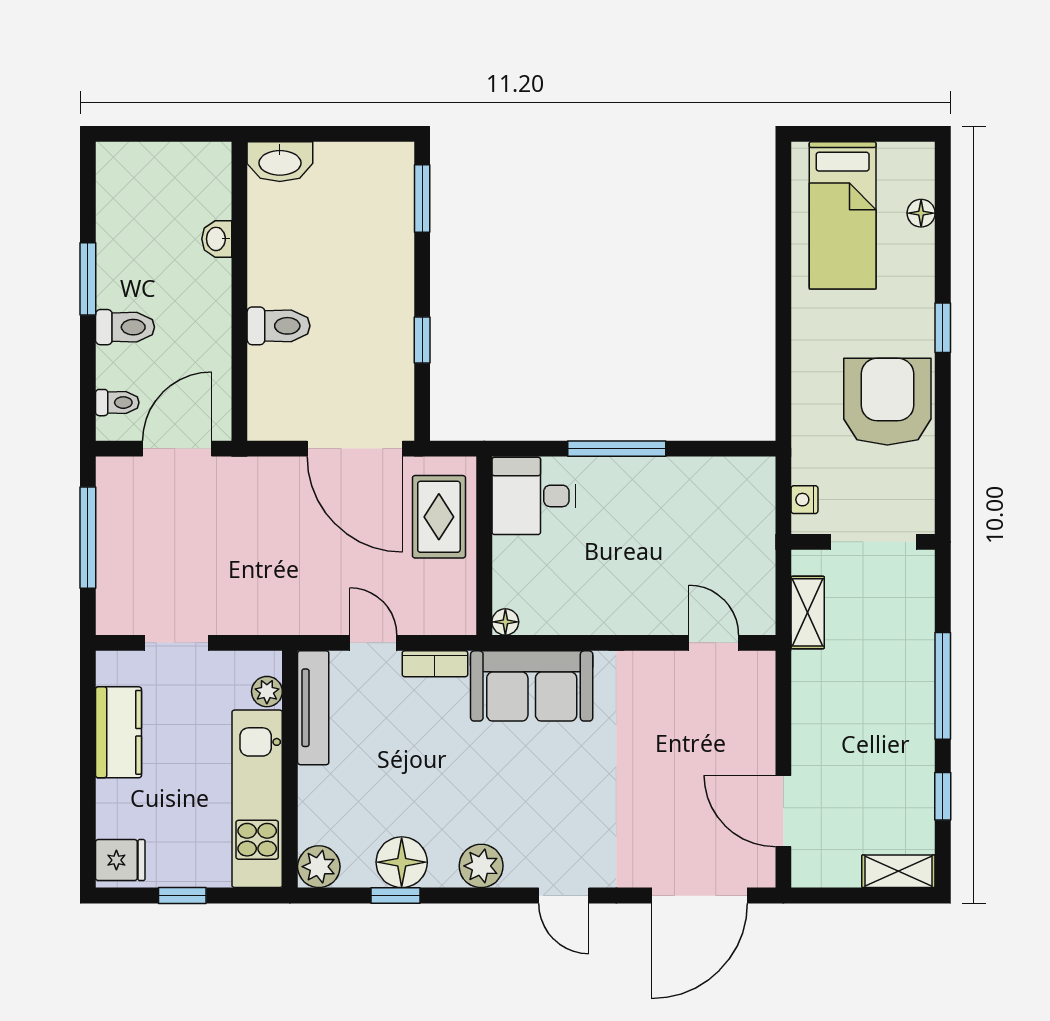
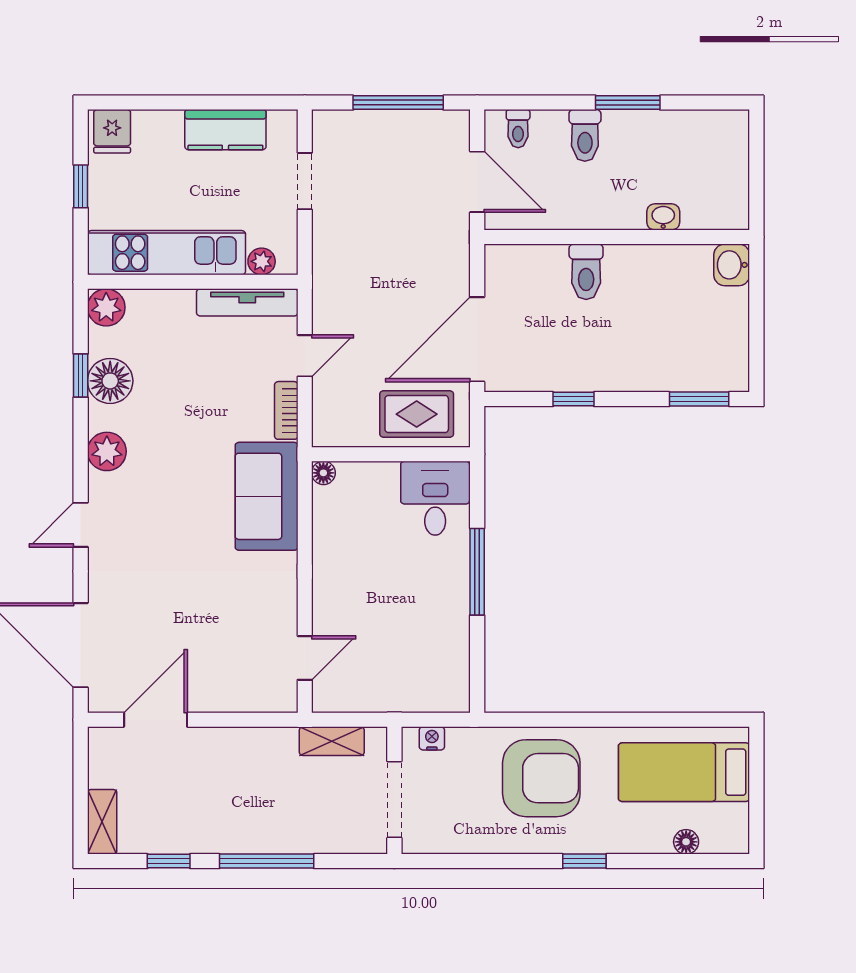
washbasin: (280, 162) -> (732, 265), width x0.72
armchair: (887, 402) -> (541, 778), moved

